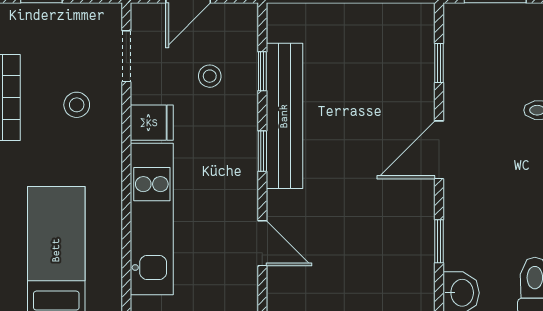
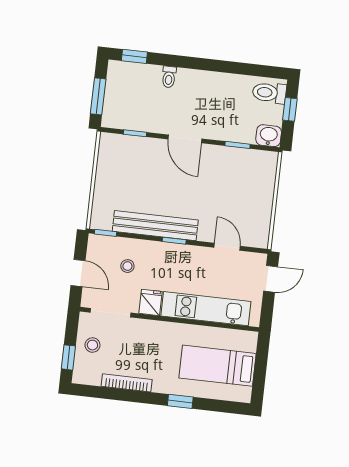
doorway: (126, 56) -> (111, 313), width x1.38
window: (262, 71) -> (105, 233), moved
stool: (77, 105) -> (92, 345), moved
door: (262, 243) -> (227, 247), hinge flipped

